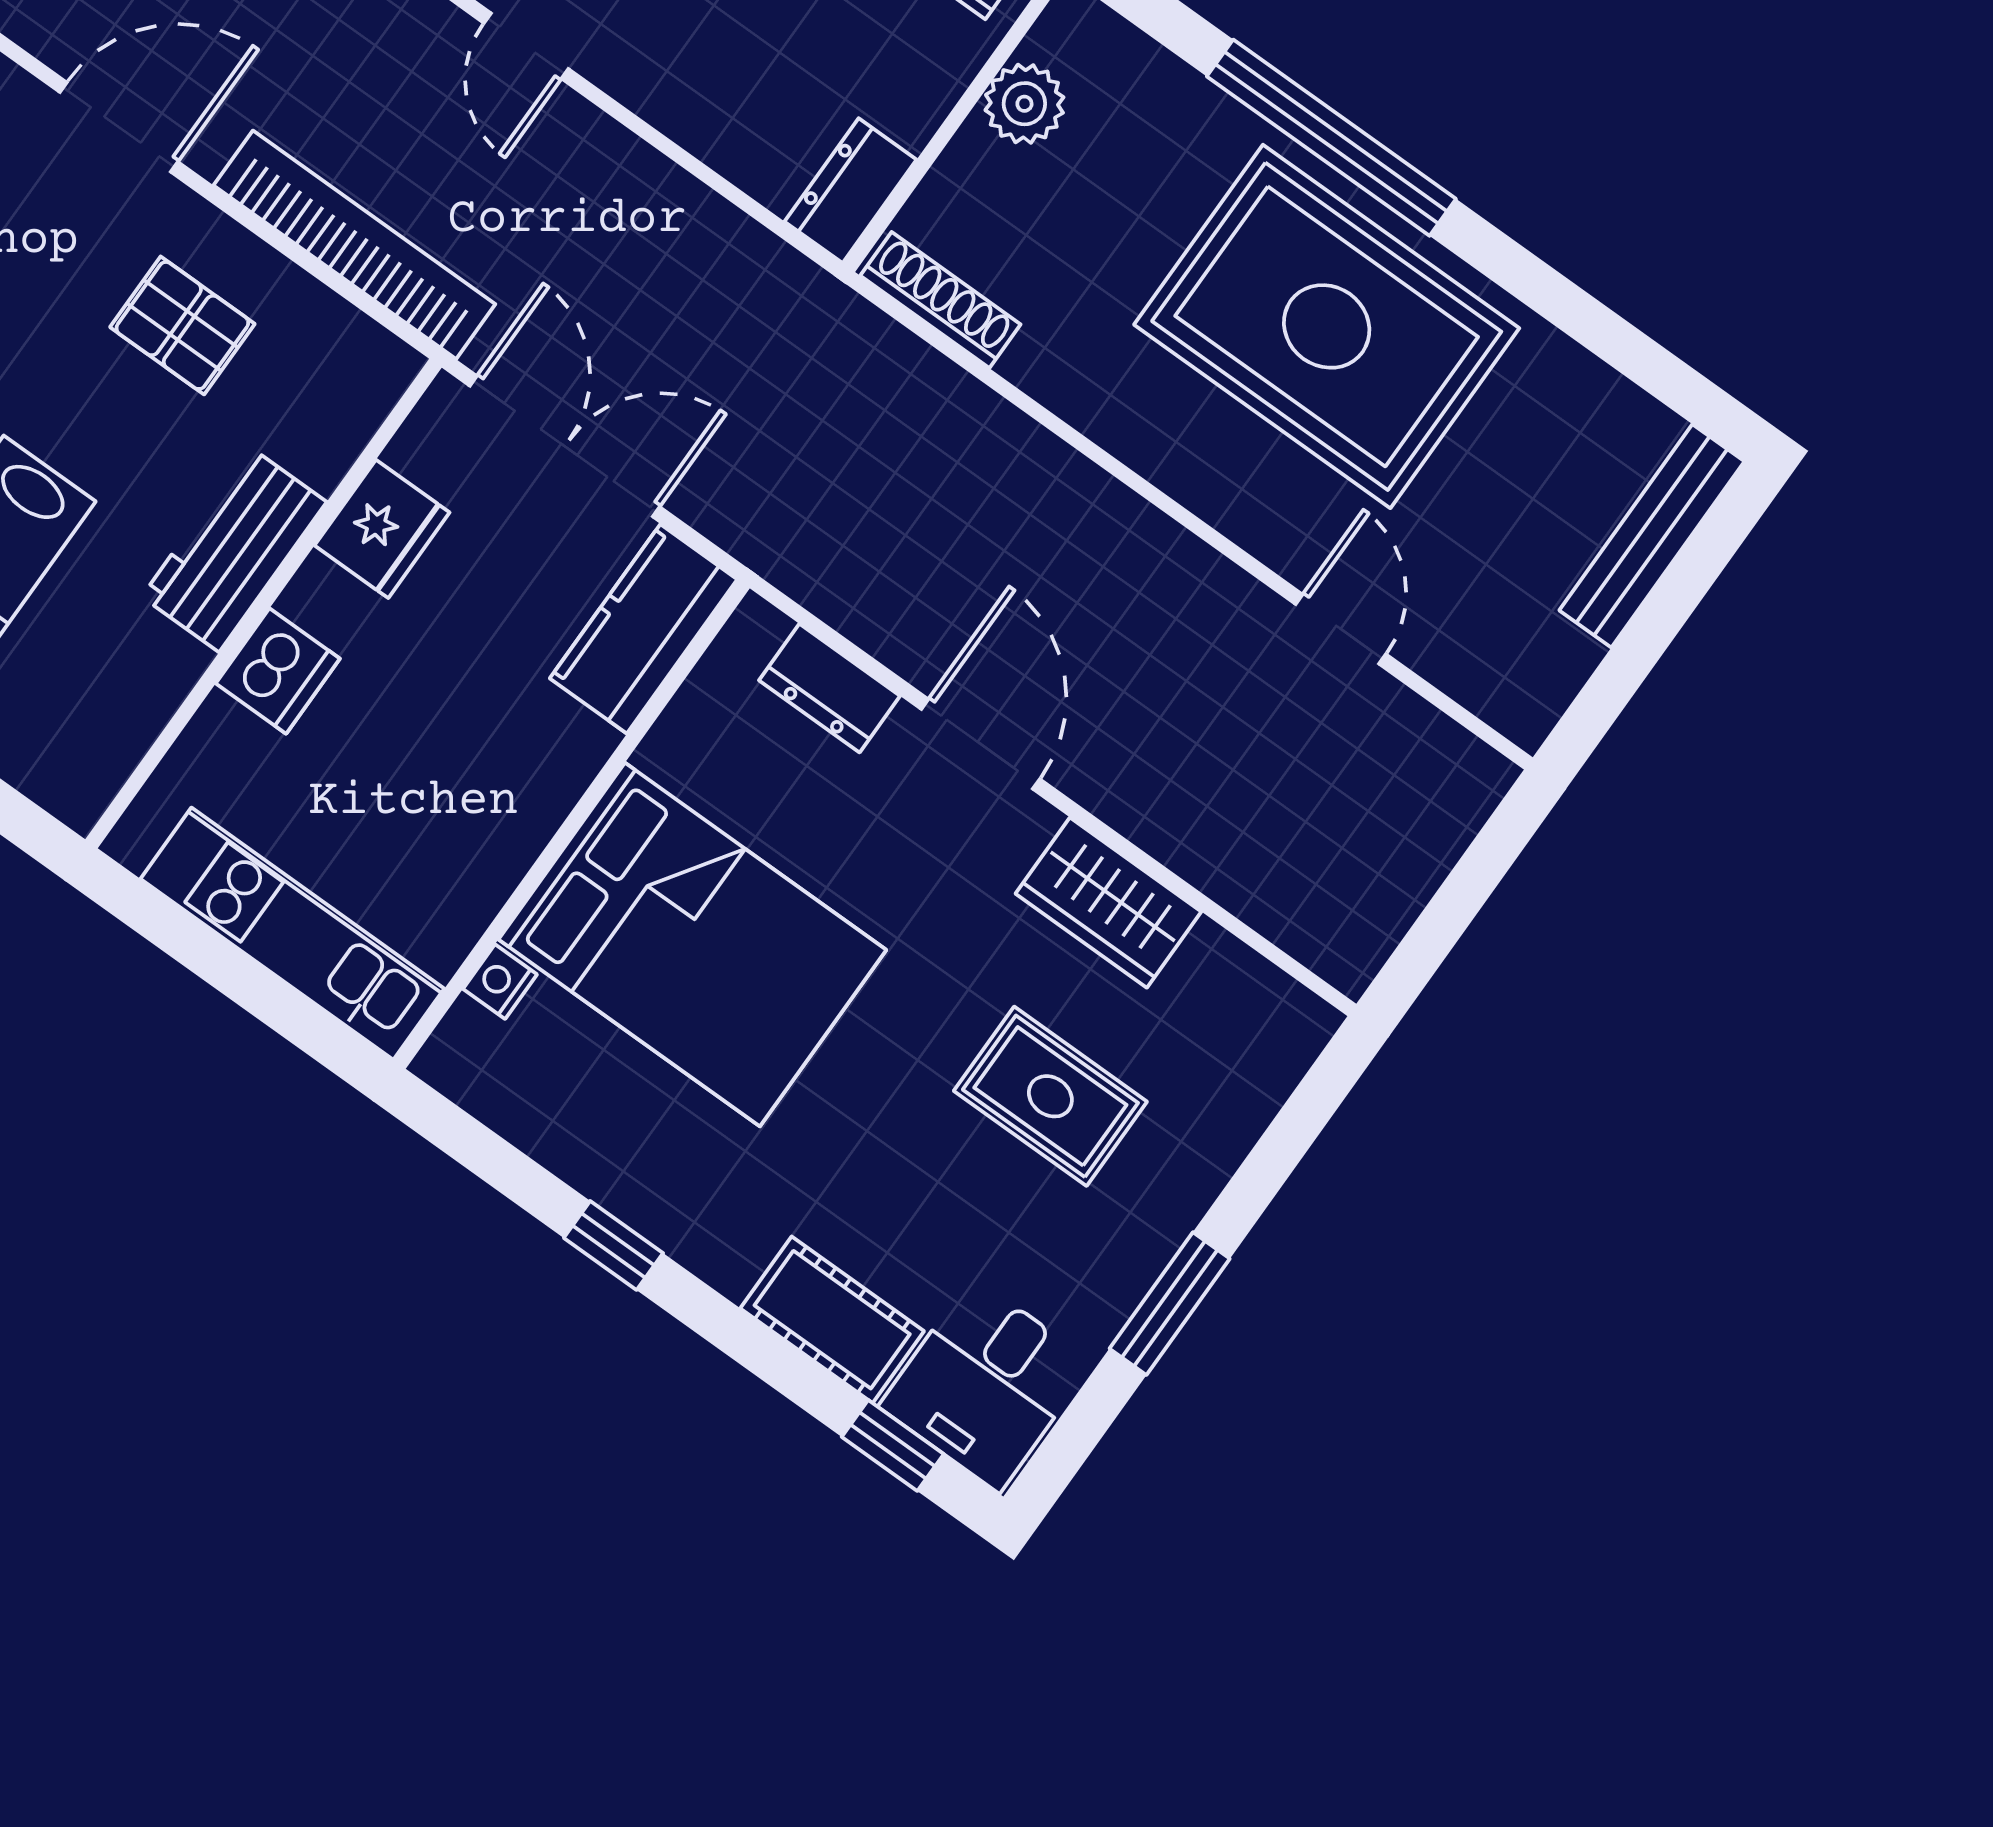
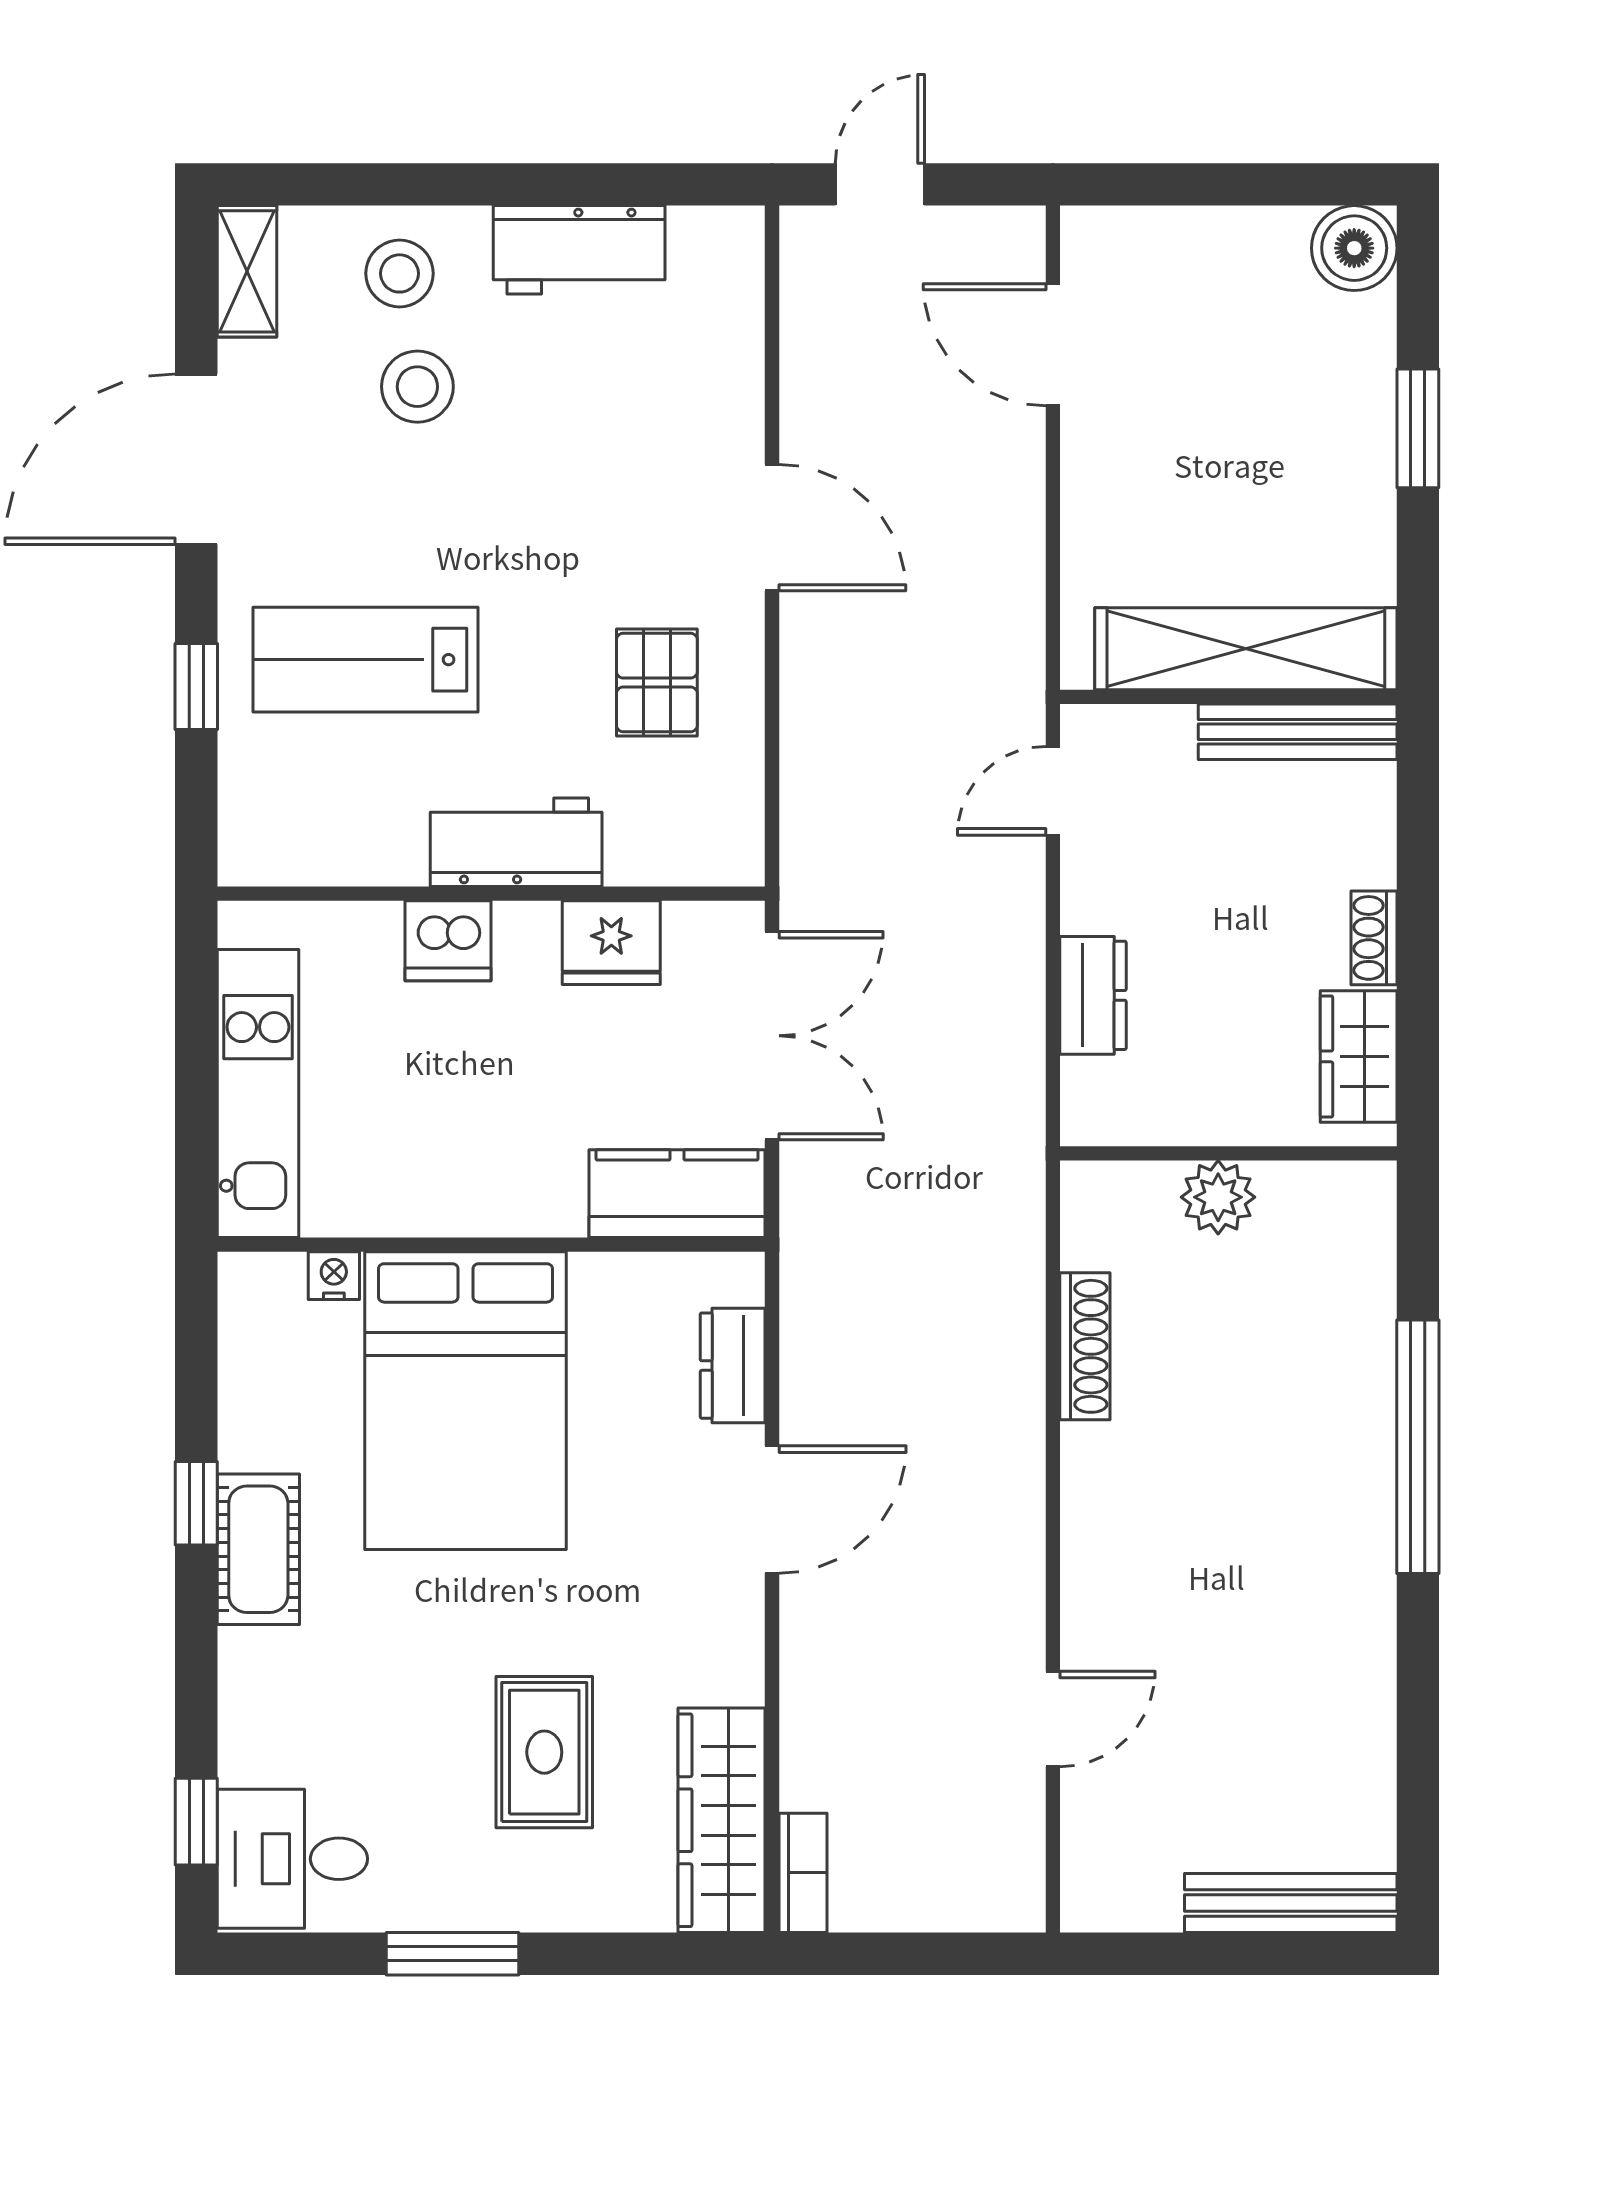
plant: (1024, 104) -> (1218, 1197), moved
dresser: (851, 191) -> (1093, 995), moved, turned 90
bookcase: (354, 245) -> (803, 1873), moved, width x0.43, depth x0.76
shoe rack: (940, 300) -> (1085, 1346), moved
rug: (1327, 326) -> (1273, 1545), removed
wardrobe: (1108, 903) -> (722, 1820), moved, width x1.50
cot: (832, 1320) -> (258, 1549), moved

